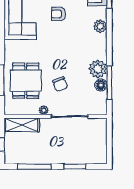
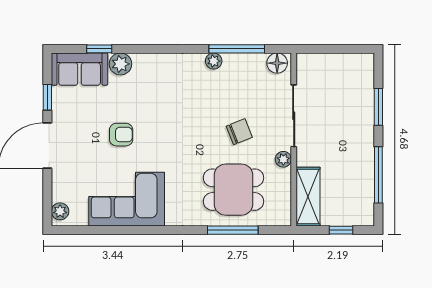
armchair: (58, 14) -> (121, 135), turned -90
plant: (100, 26) -> (120, 64), moved
plant: (98, 69) -> (214, 61), width x0.53, depth x0.53
floor lamp: (101, 85) -> (277, 63), moved

